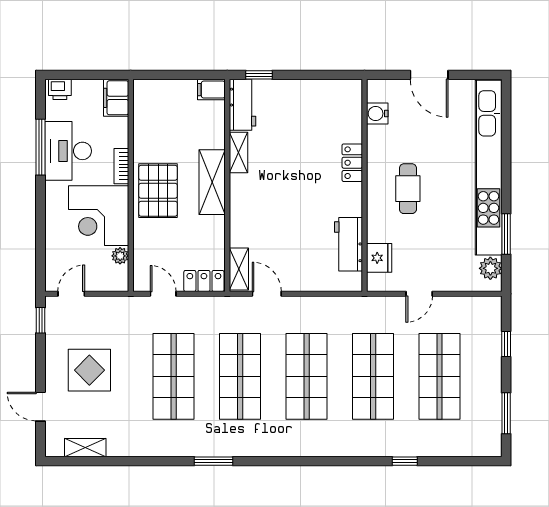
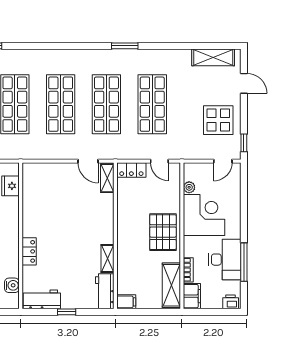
window: (259, 75) -> (67, 312), moved
bookcase: (121, 166) -> (188, 270), moved
shelving: (212, 182) -> (171, 285), moved
workbench: (348, 244) -> (42, 299), moved, turned -90
display table: (89, 370) -> (218, 120), moved
shelving: (85, 448) -> (213, 57), width x1.50, depth x1.33

